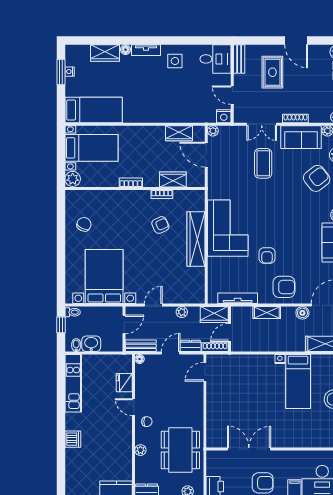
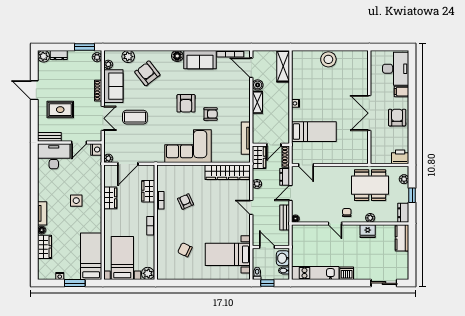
door: (296, 41) -> (34, 90), swing flipped
desk: (215, 59) -> (54, 156), width x1.37
side table: (175, 61) -> (76, 201), moved
window: (61, 72) -> (75, 283), moved
wardrobe: (179, 133) -> (110, 198), moved
chair: (84, 224) -> (185, 250), moved
wardrobe: (196, 239) -> (228, 172), moved
bed with nightstands: (104, 276) -> (228, 254), width x0.73
armchair: (284, 287) -> (186, 103), moved, turned 180
shelving: (267, 313) -> (257, 102), moved
door: (124, 324) -> (267, 247), moved
wall: (124, 329) -> (271, 247), moved
door: (230, 333) -> (274, 145), hinge flipped
door: (171, 353) -> (291, 193), hinge flipped
bed: (298, 382) -> (314, 132), moved
fridge: (124, 383) -> (368, 231), moved
door: (134, 407) -> (335, 223), hinge flipped
dishwasher: (73, 439) -> (347, 273), moved
double door: (249, 449) -> (369, 113), moved
sliding door: (61, 467) -> (384, 283), added

